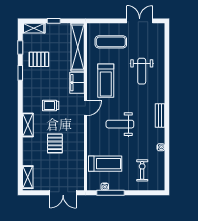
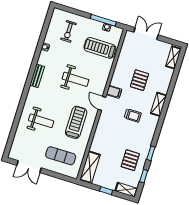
shelving: (78, 47) -> (90, 167), width x0.68
pallet: (39, 59) -> (130, 160), turned 90
weight bench: (142, 71) -> (41, 121), turned 90
filing cabinet: (77, 83) -> (114, 92), moved, width x0.50
door: (85, 108) -> (102, 103), hinge flipped

